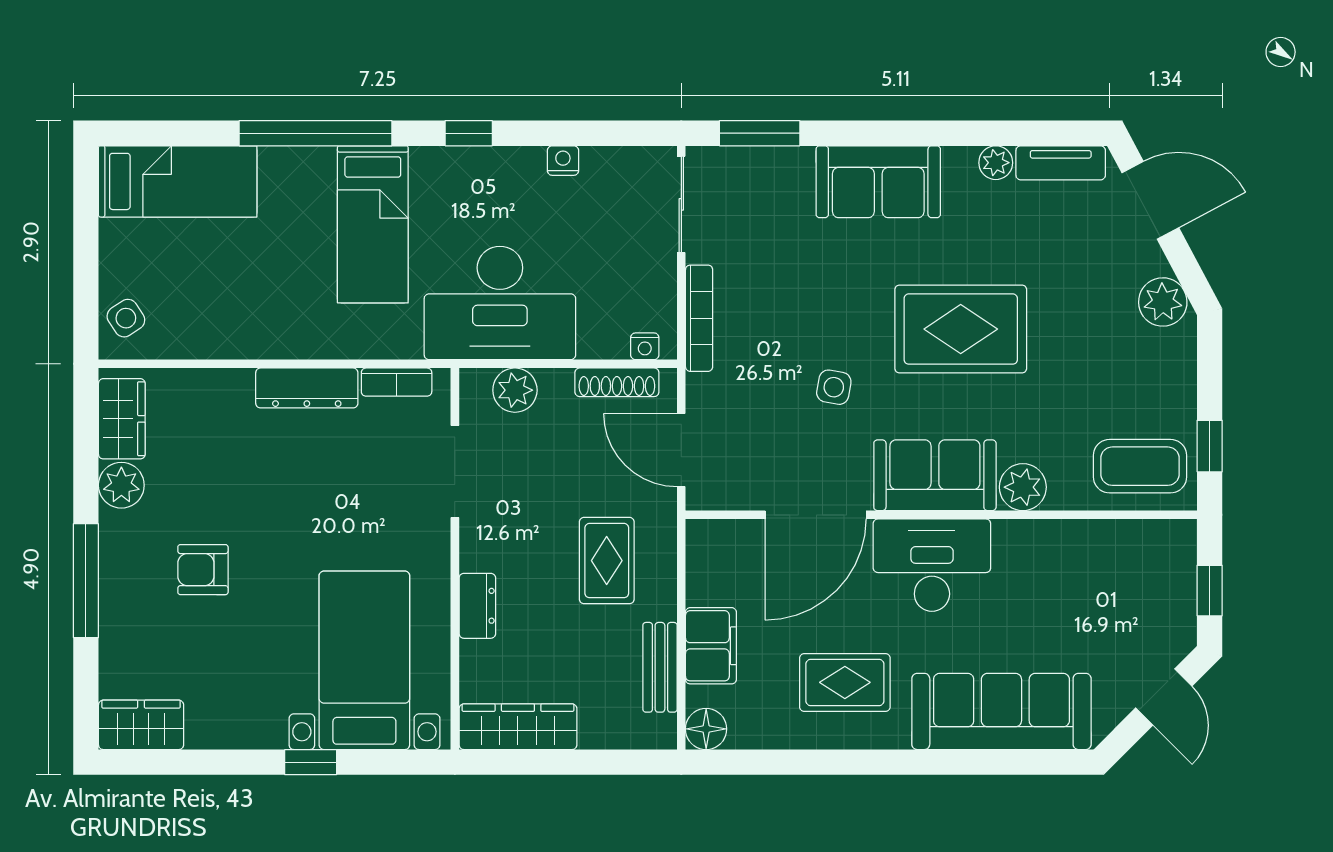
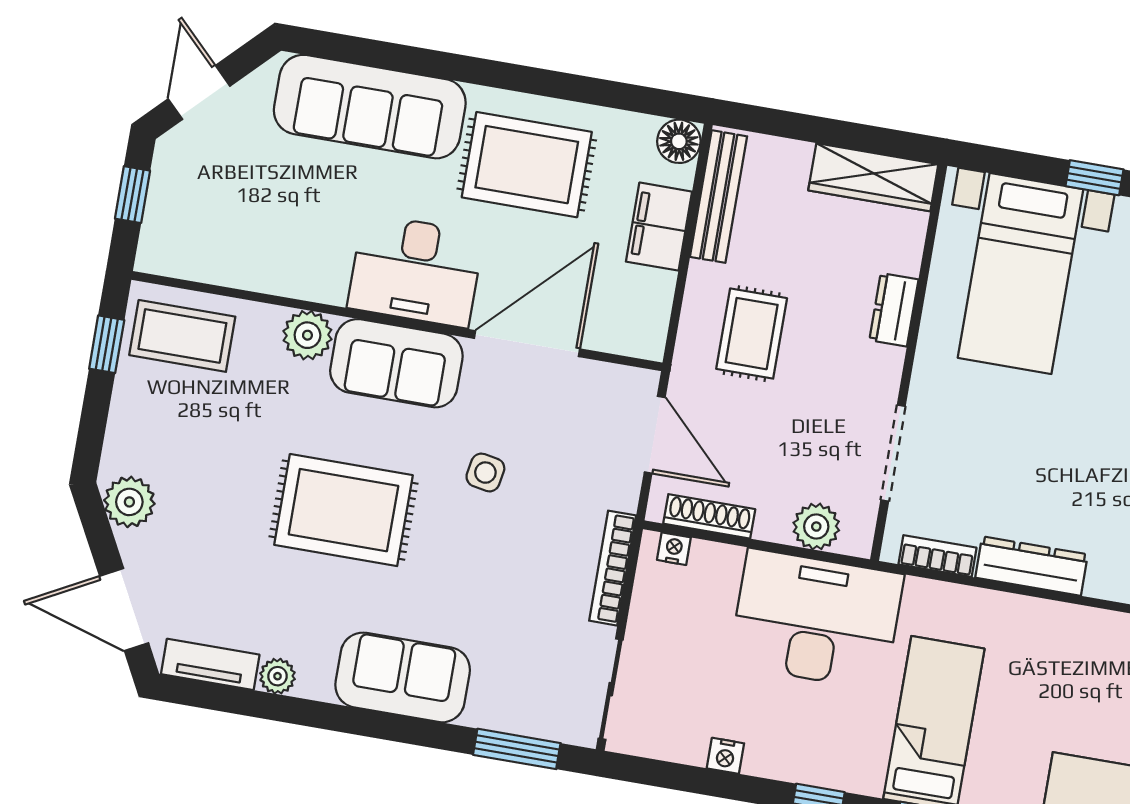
bench: (660, 667) -> (719, 197), width x1.36
rug: (845, 682) -> (527, 165), width x1.36, depth x1.43

